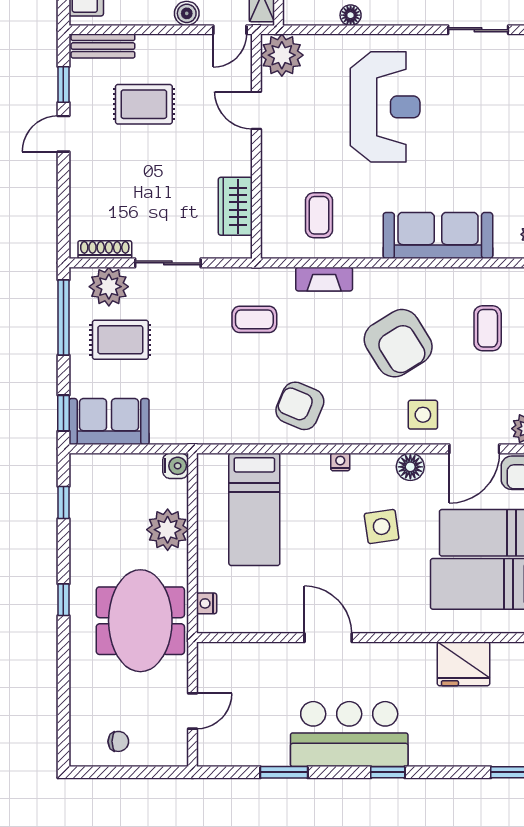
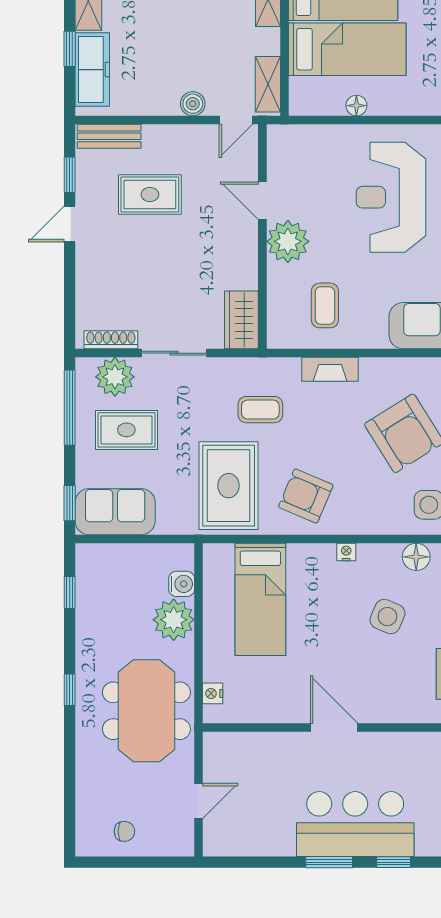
plant: (282, 55) -> (288, 241), moved
reception desk: (385, 107) -> (391, 197), turned 180
wardrobe: (235, 206) -> (241, 320), moved
rug: (222, 396) -> (229, 486), added
water cooler: (176, 466) -> (182, 584), moved
side table: (382, 527) -> (387, 617), turned 31
window: (284, 772) -> (329, 862), moved

